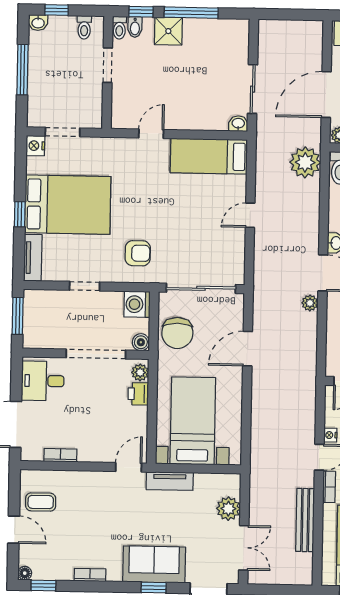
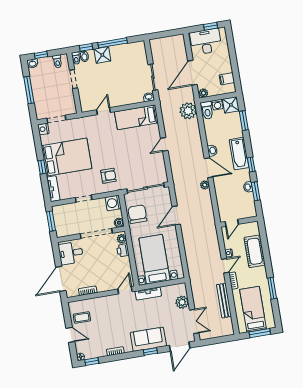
chair: (177, 333) -> (137, 214), turned 180

